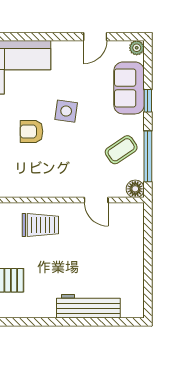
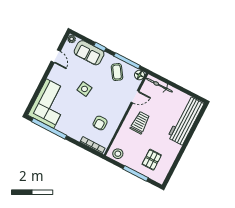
armchair: (31, 131) -> (100, 123), moved
trolley: (40, 225) -> (140, 123), moved
bicycle: (136, 230) -> (159, 85), added
workbench: (88, 306) -> (186, 121), width x1.36, depth x1.32

